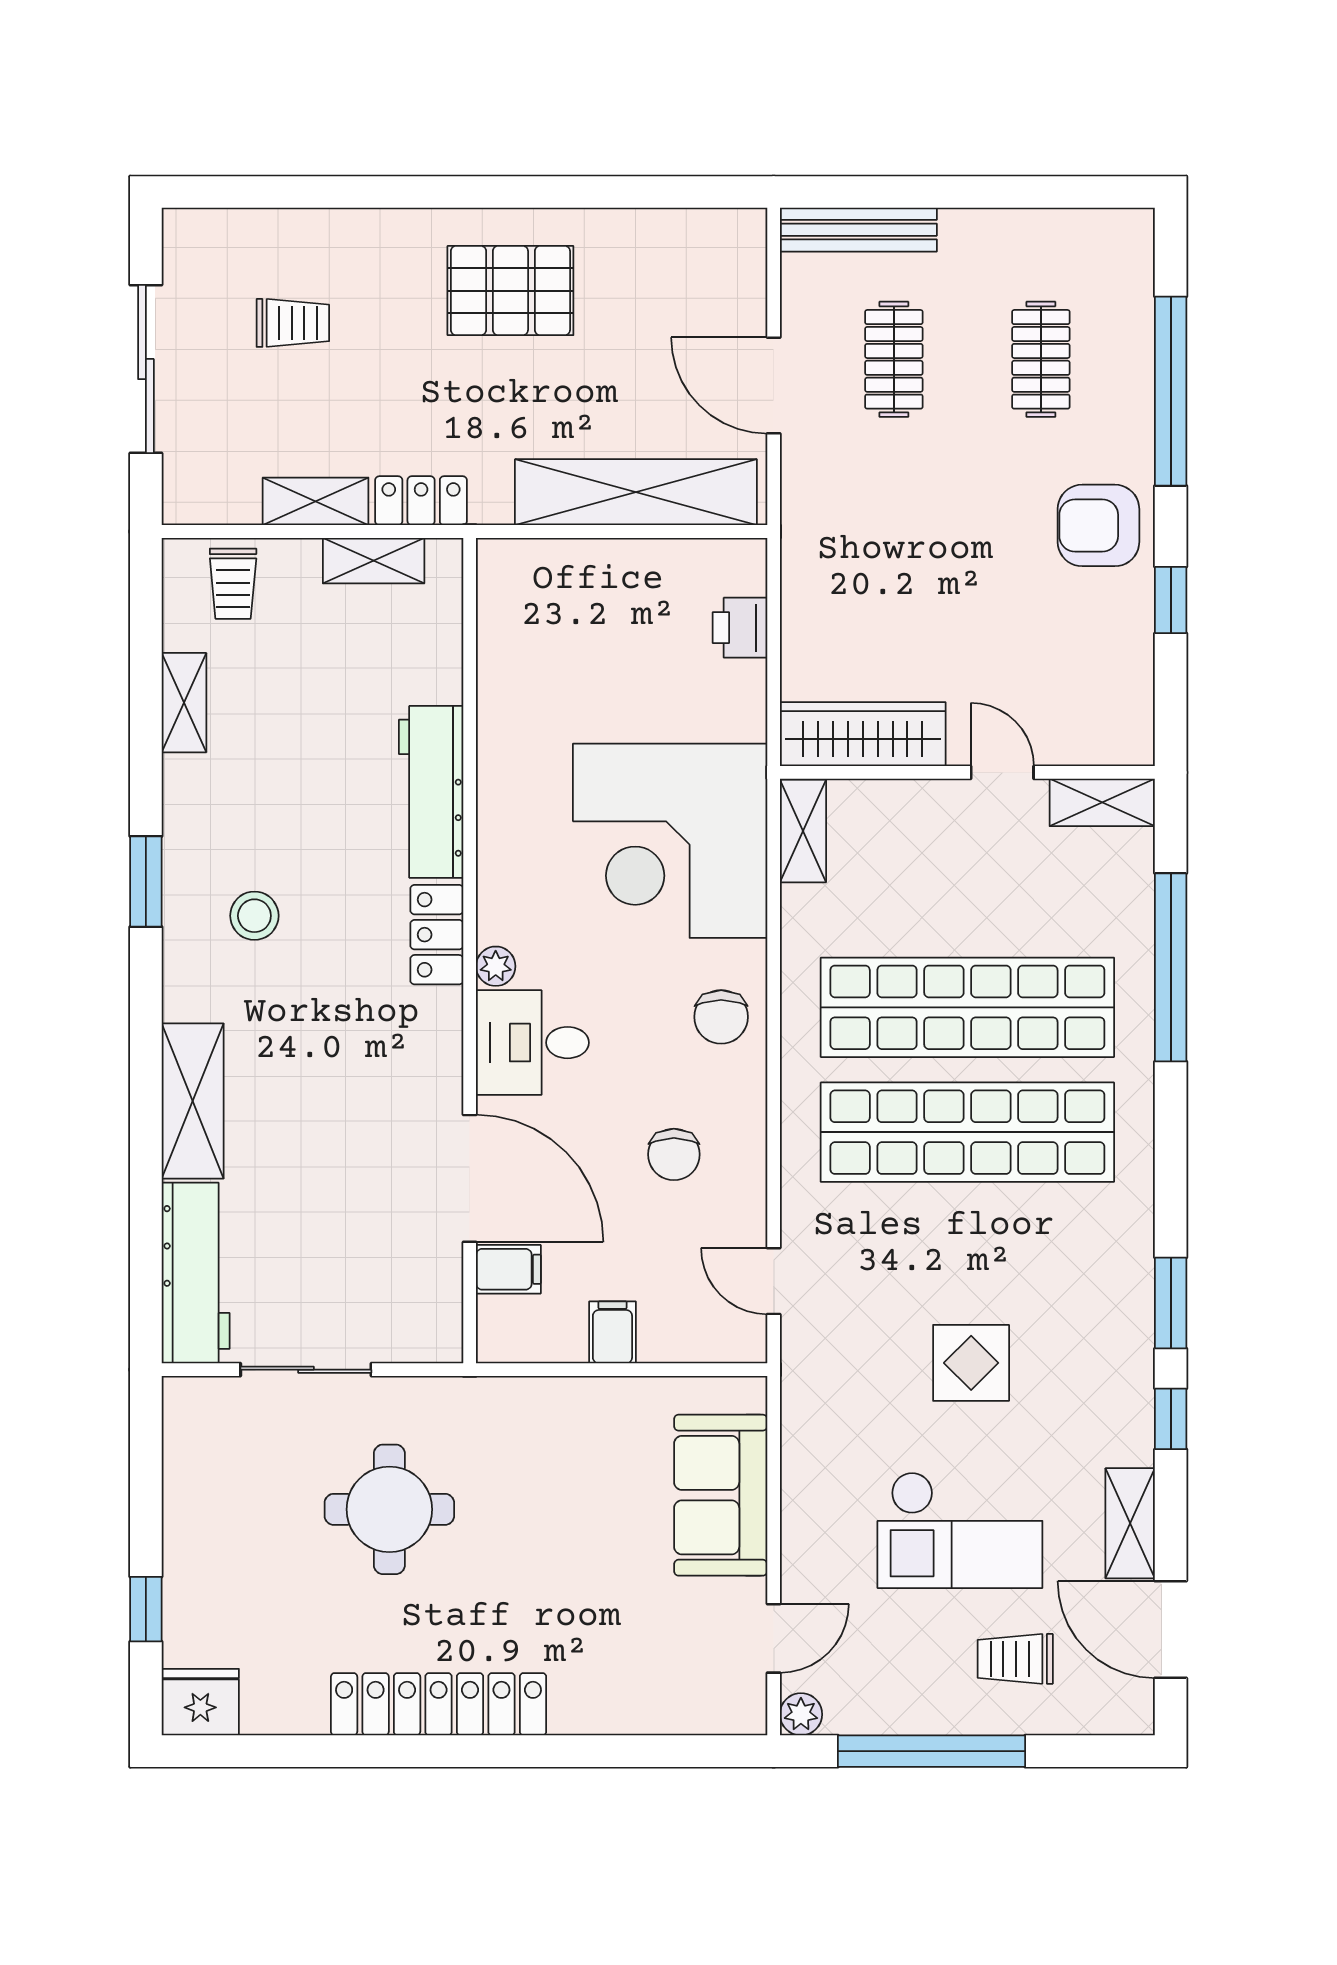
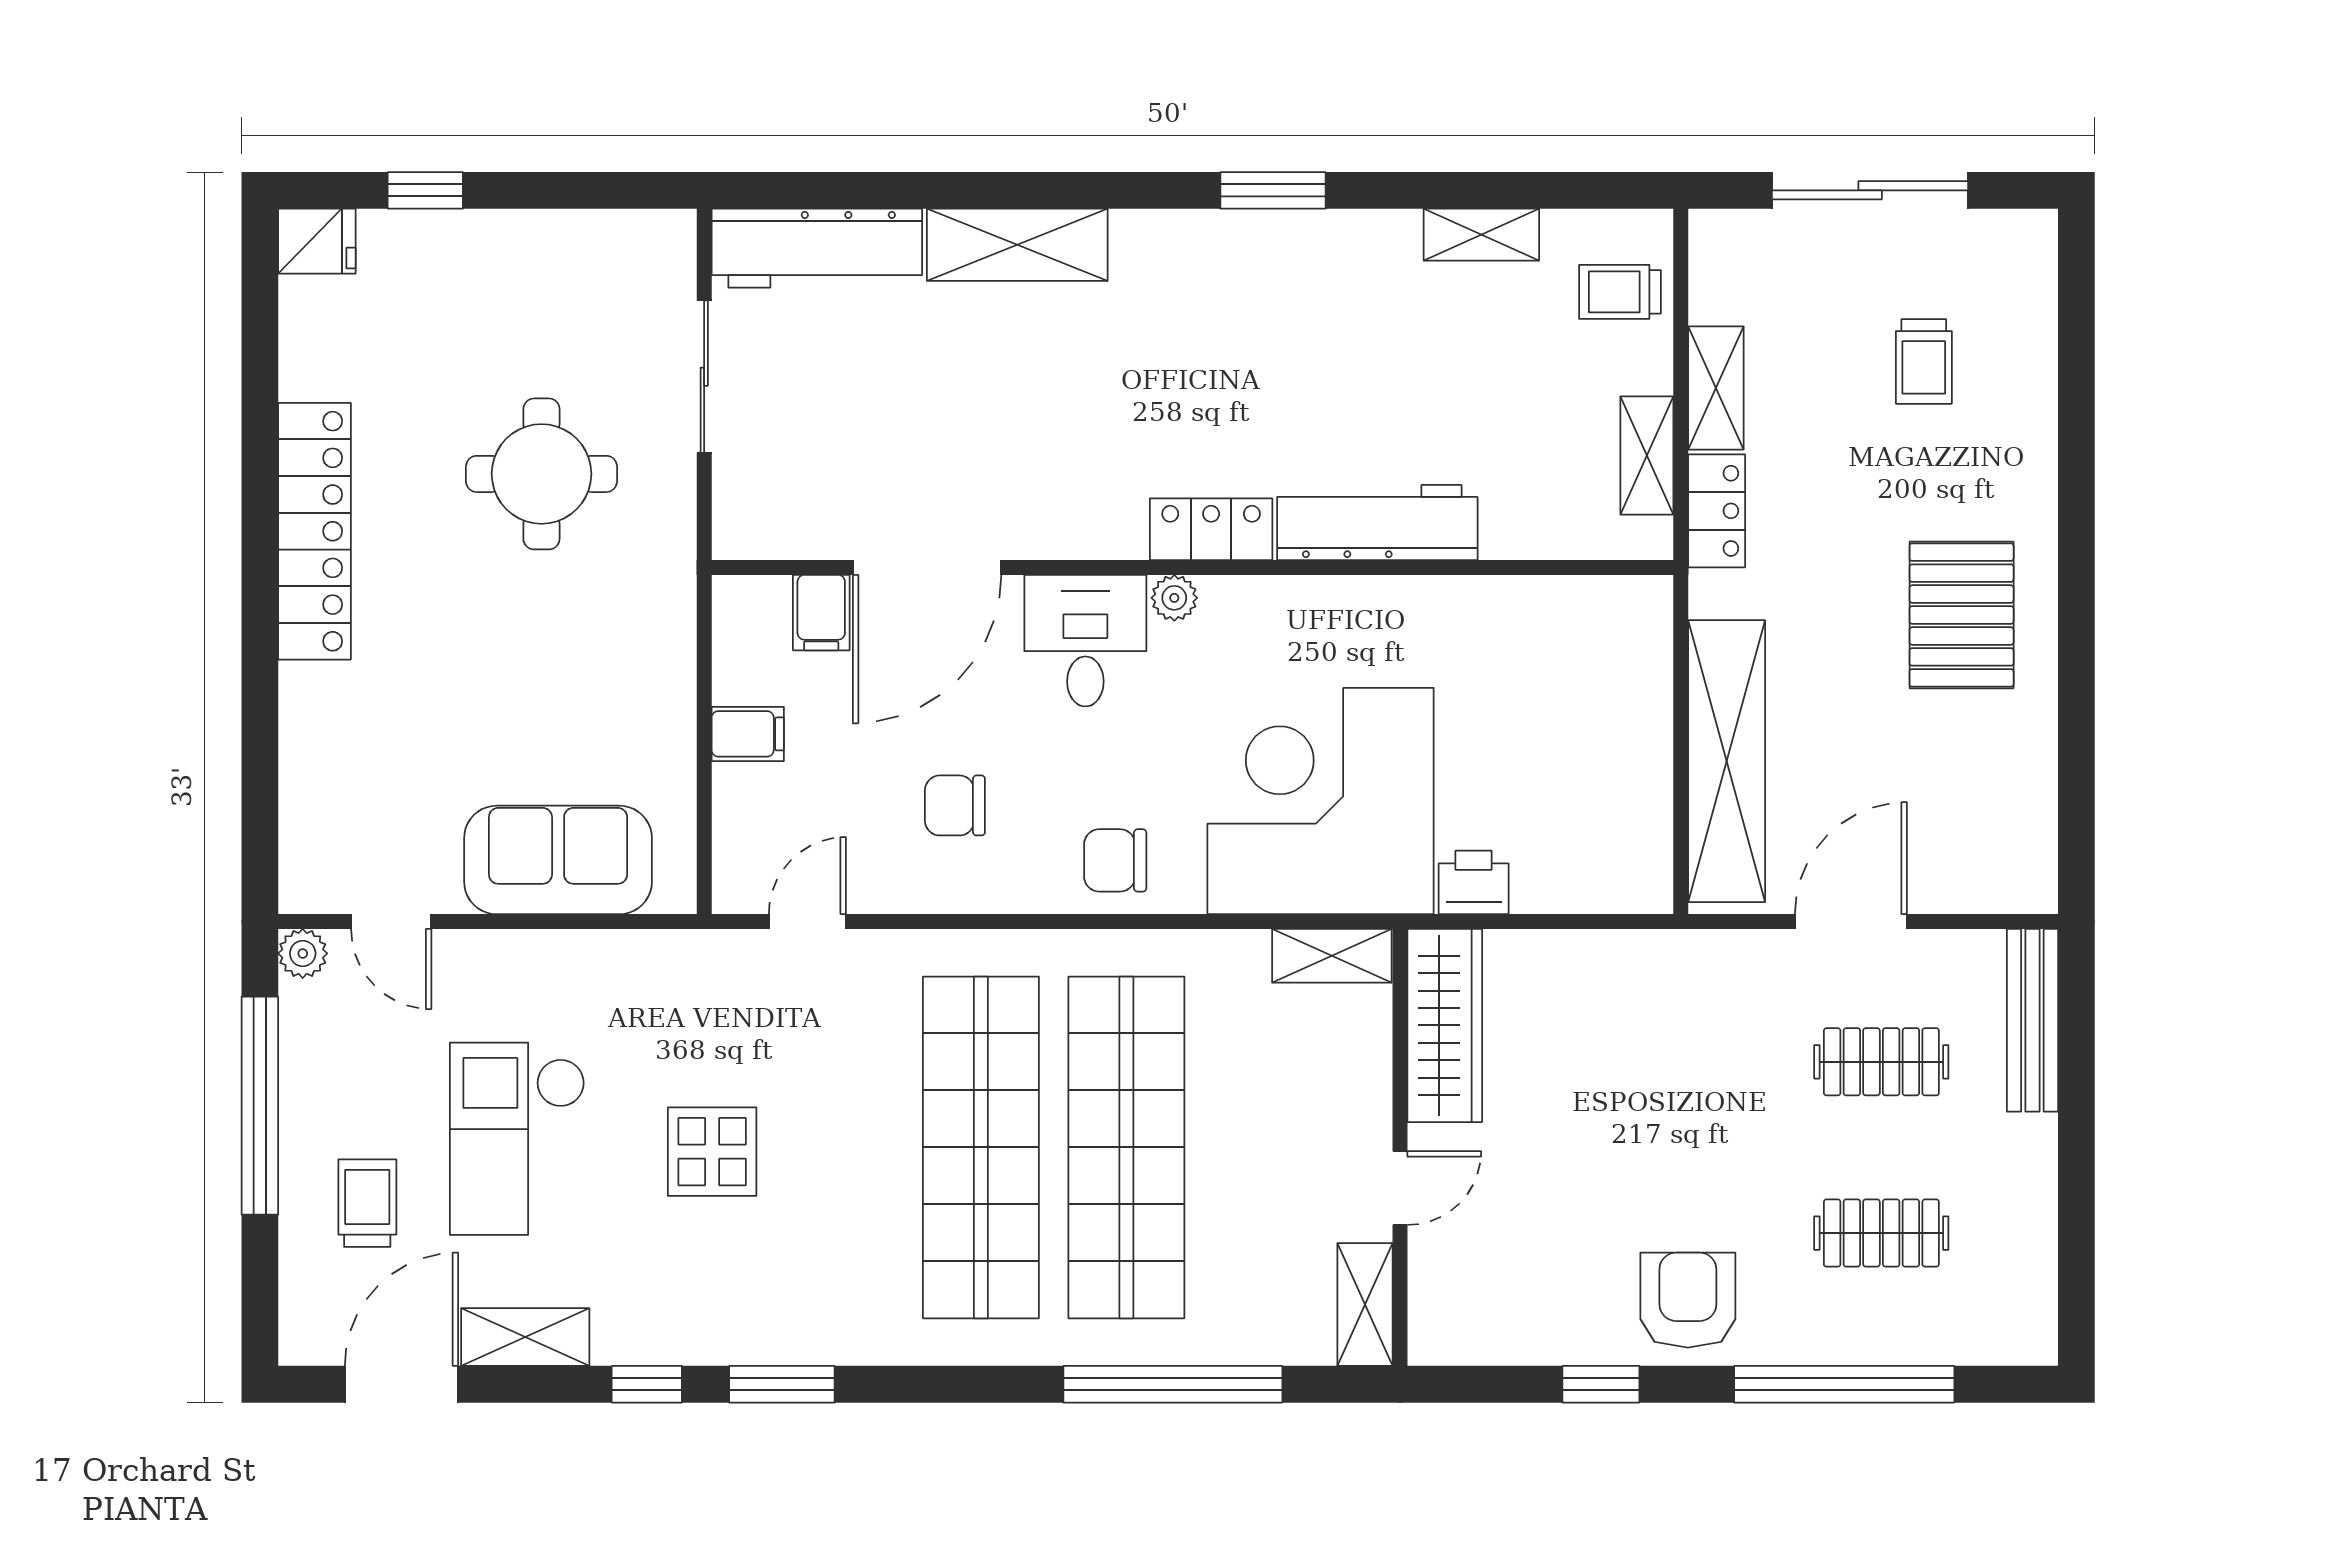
printer: (740, 628) -> (1474, 882), moved
stool: (254, 916) -> (1233, 317), removed
fridge: (200, 1702) -> (317, 241), width x0.72

